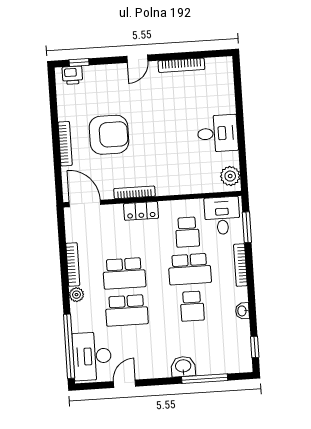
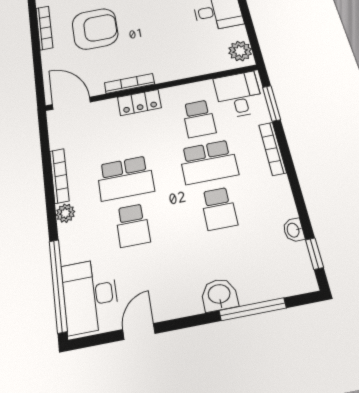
bookcase: (65, 144) -> (44, 28), moved
school desk: (127, 310) -> (133, 225), width x0.54
washbasin: (242, 311) -> (294, 230), moved

